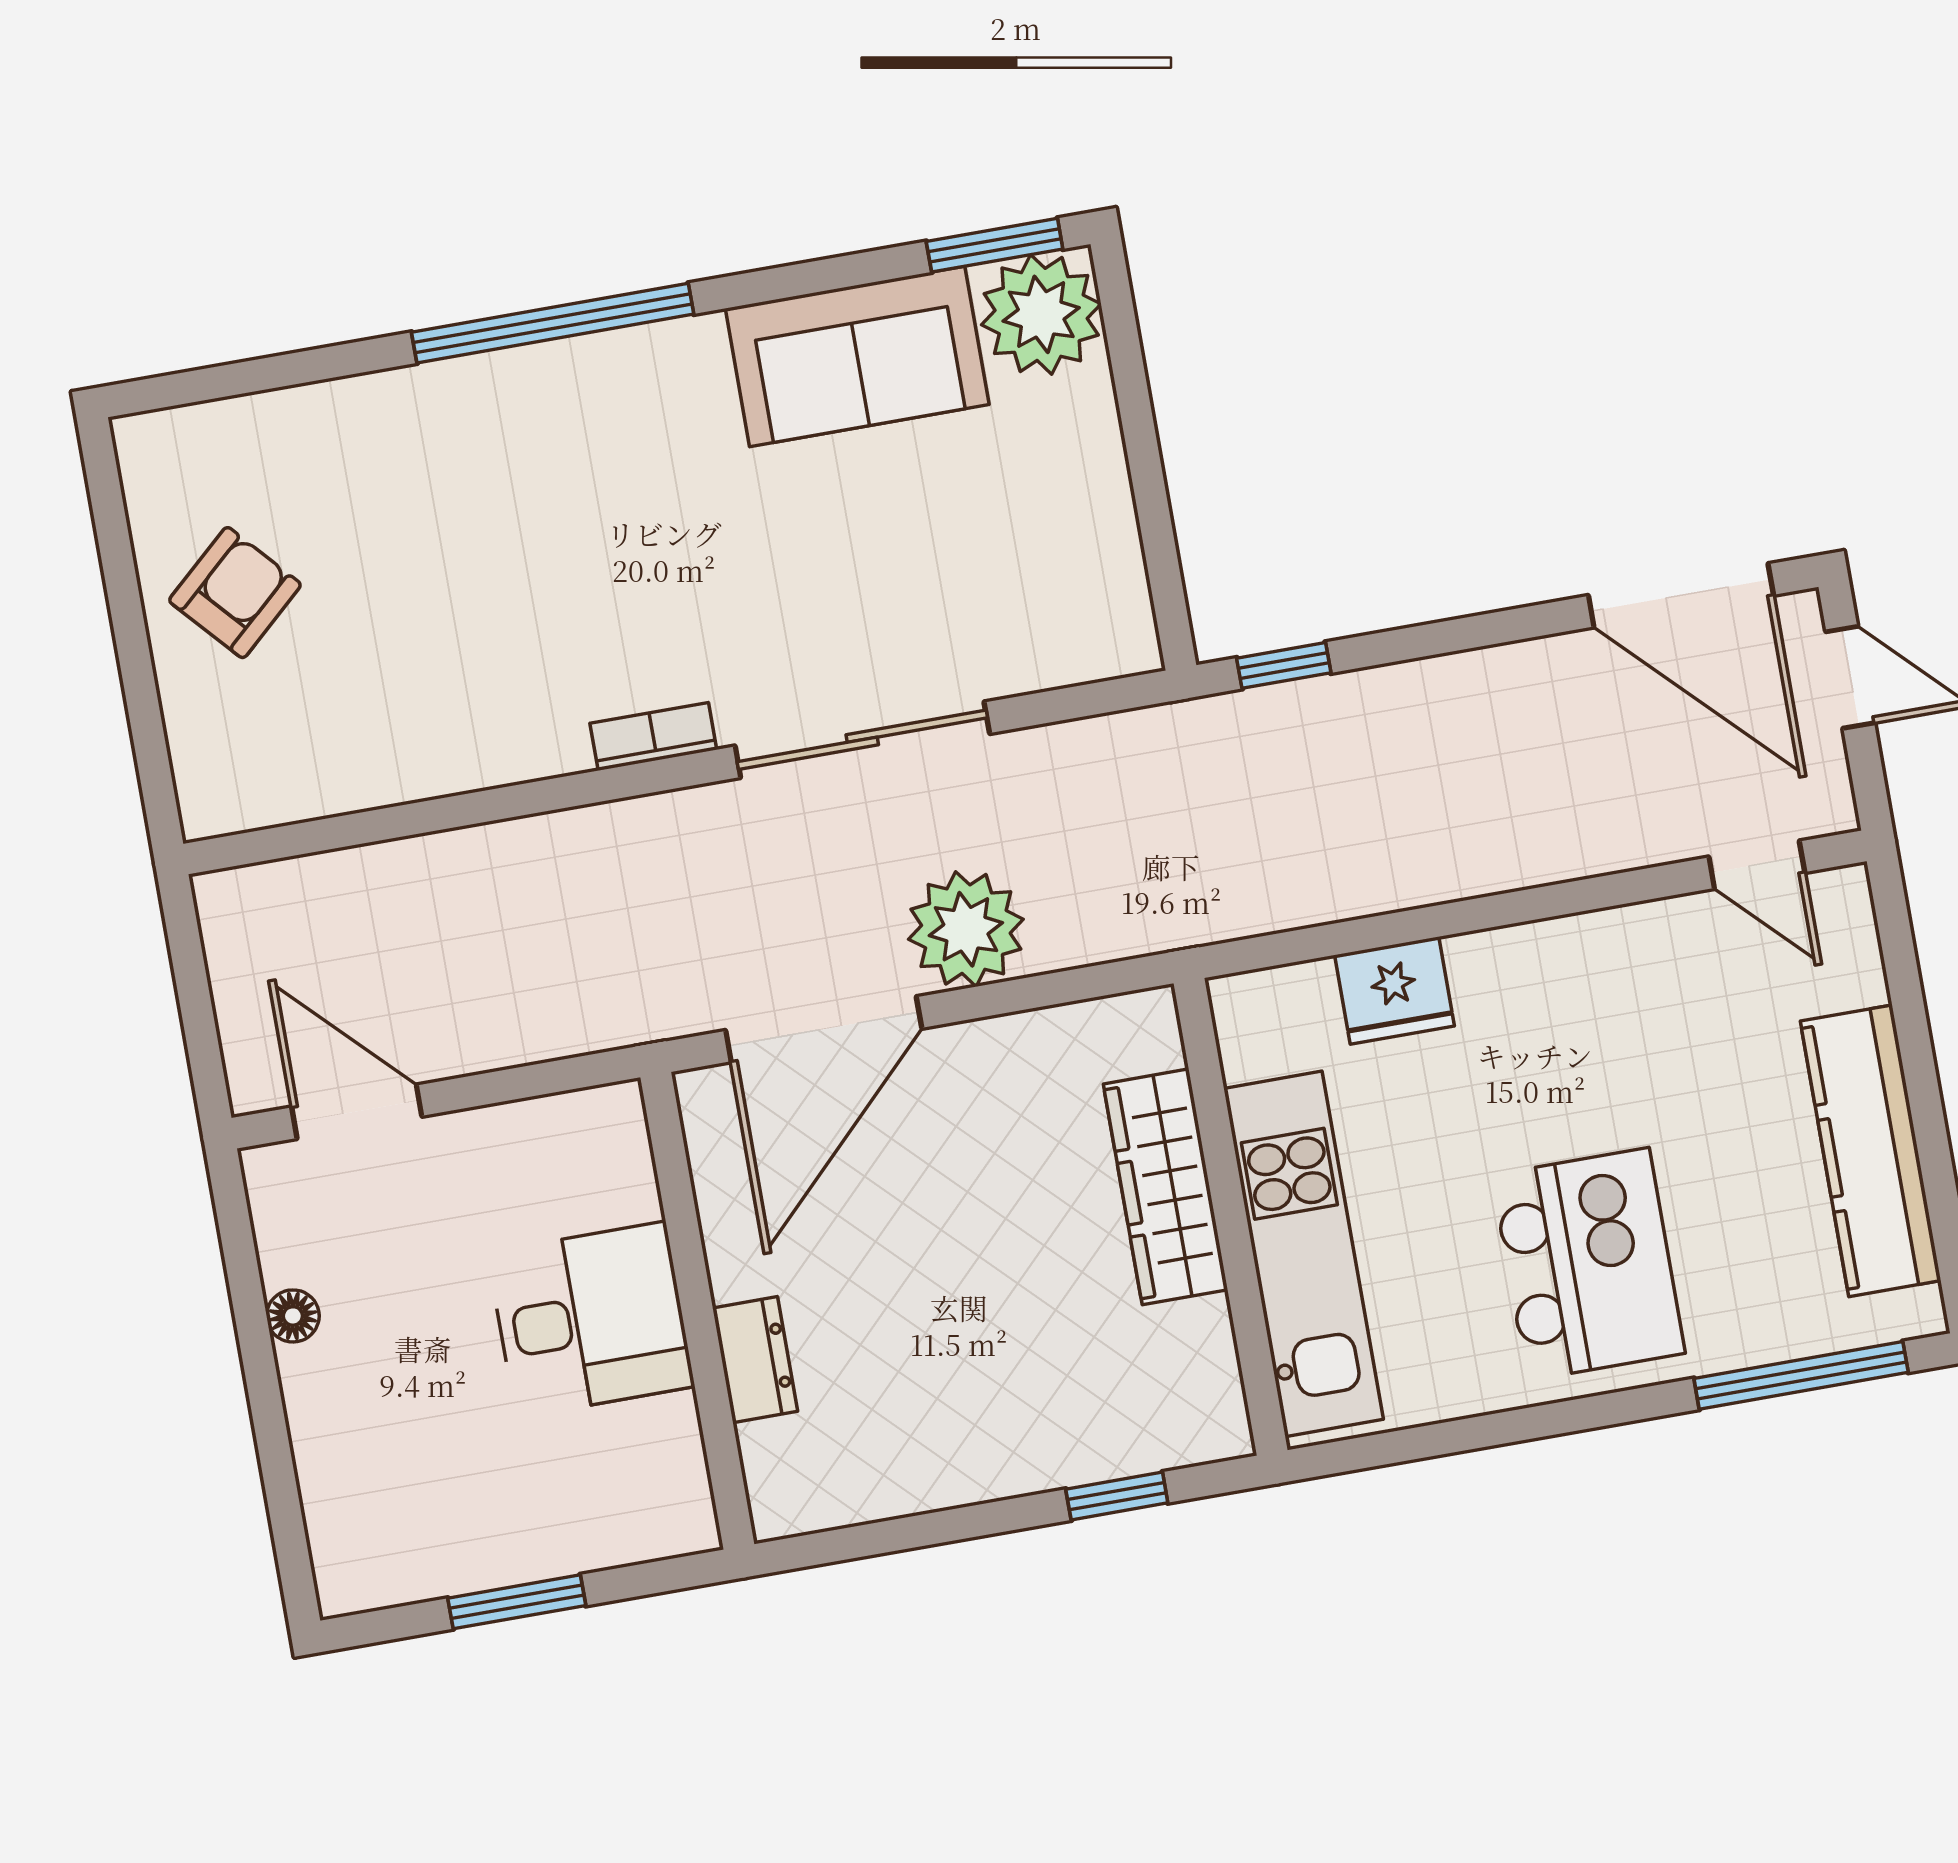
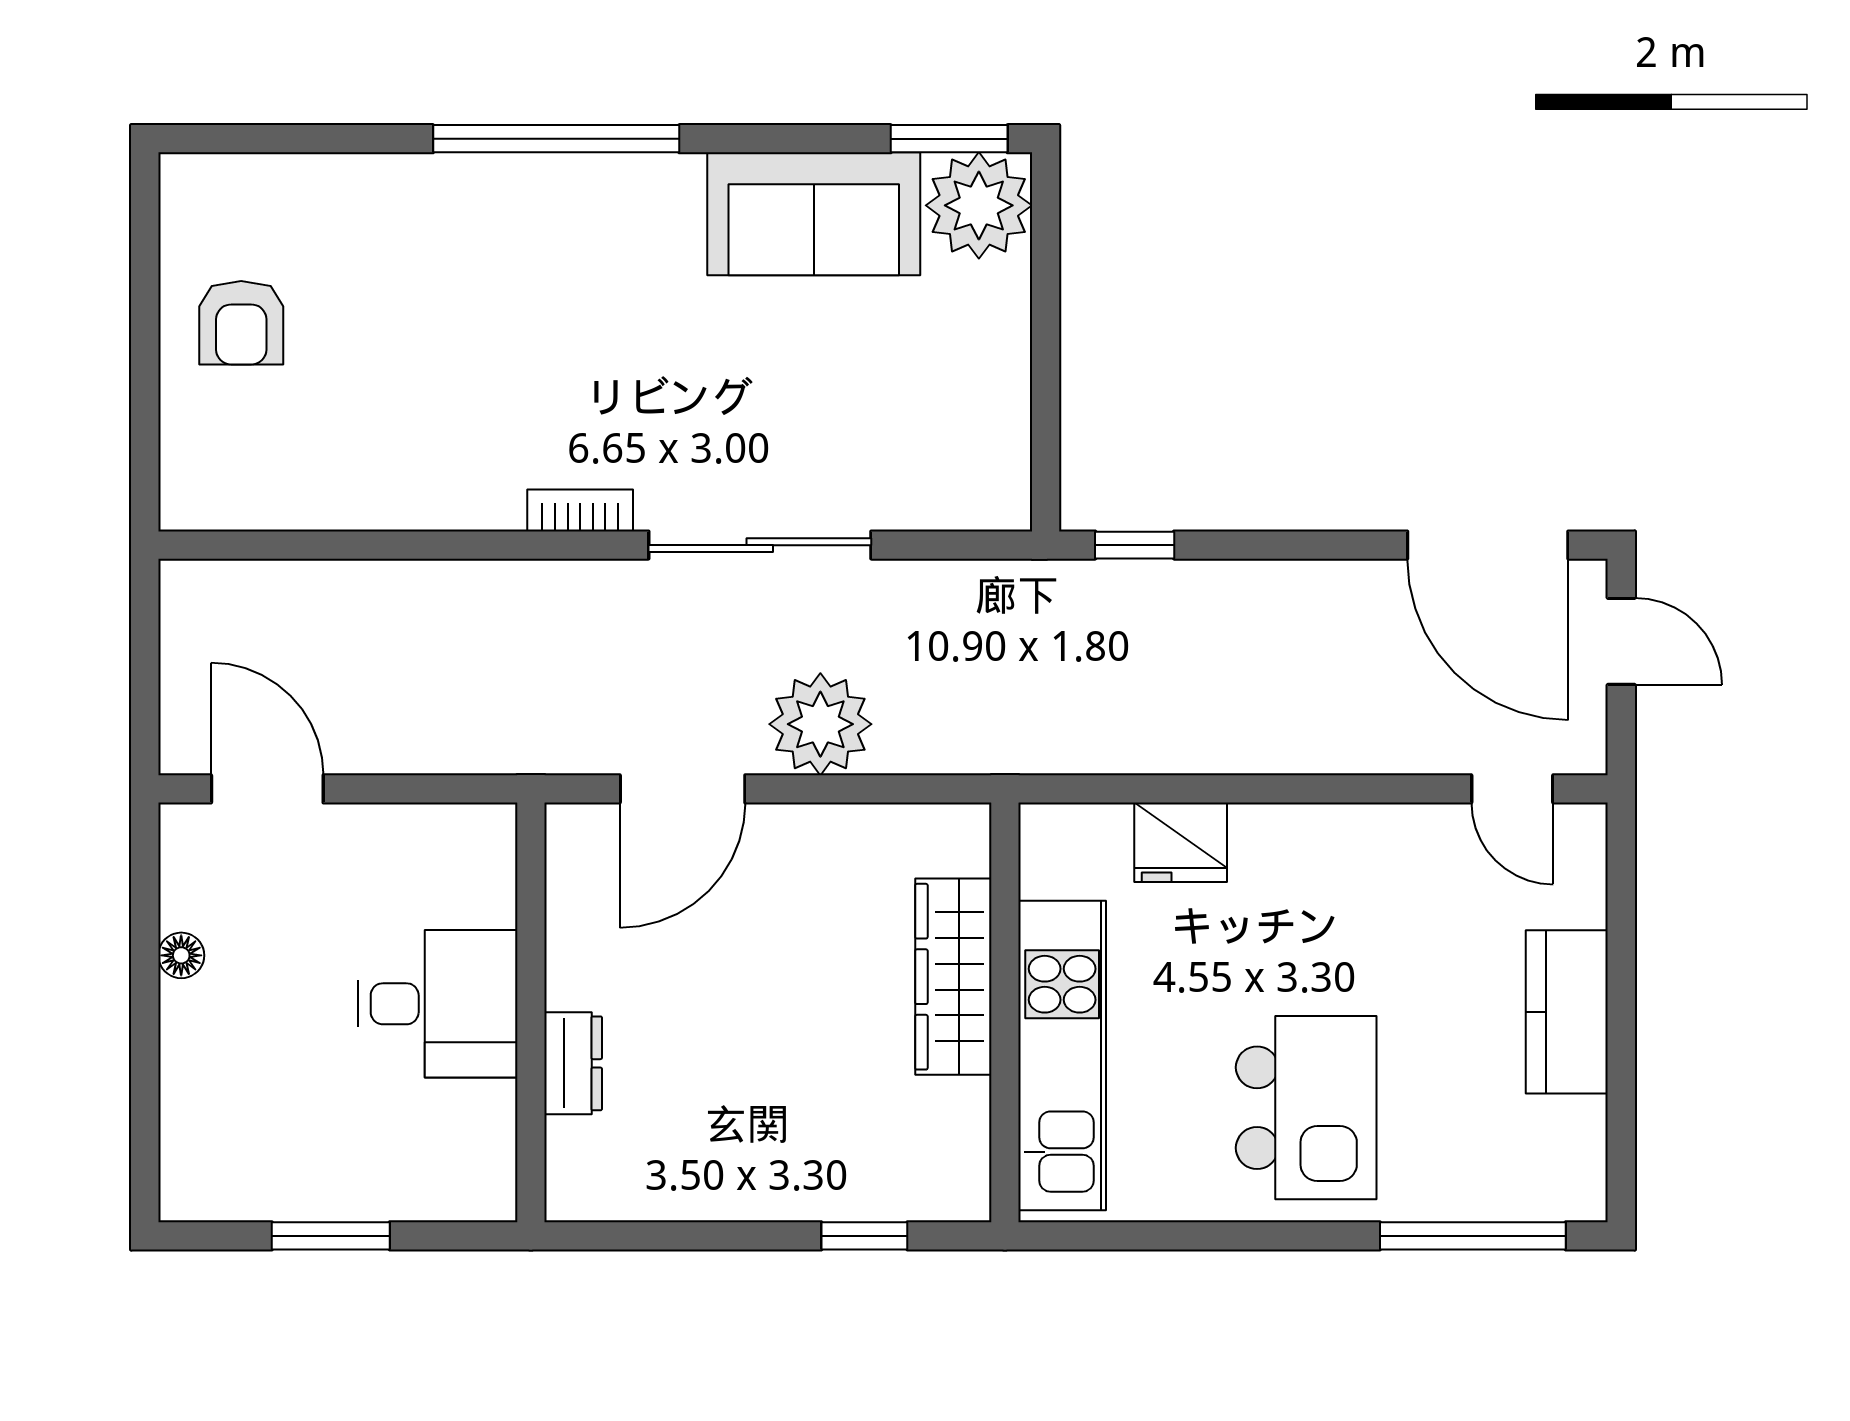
armchair: (235, 593) -> (241, 323), turned 132
door: (824, 1029) -> (683, 789), width x0.73
kitchen counter: (1871, 1151) -> (1567, 1012), width x0.67

